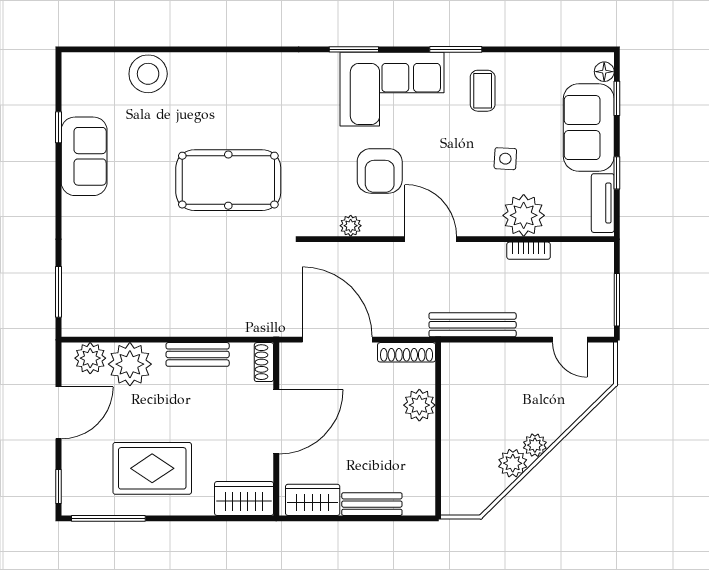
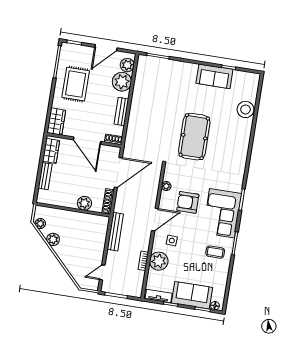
side table: (505, 159) -> (172, 241), moved
door: (59, 413) -> (106, 48), hinge flipped
plant: (535, 445) -> (40, 224), moved

